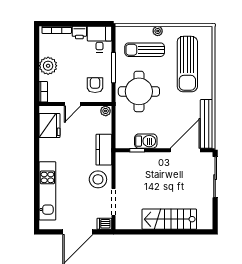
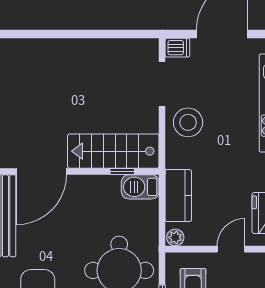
barbecue: (146, 141) -> (140, 187), moved
kitchen counter: (104, 150) -> (178, 196), moved
stairs: (169, 219) -> (113, 151), moved, turned 180

